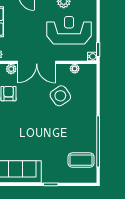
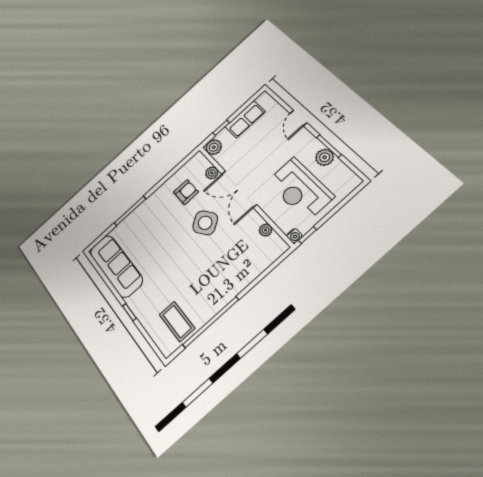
reception desk: (69, 30) -> (300, 189), turned 180
side table: (60, 96) -> (205, 223), moved

